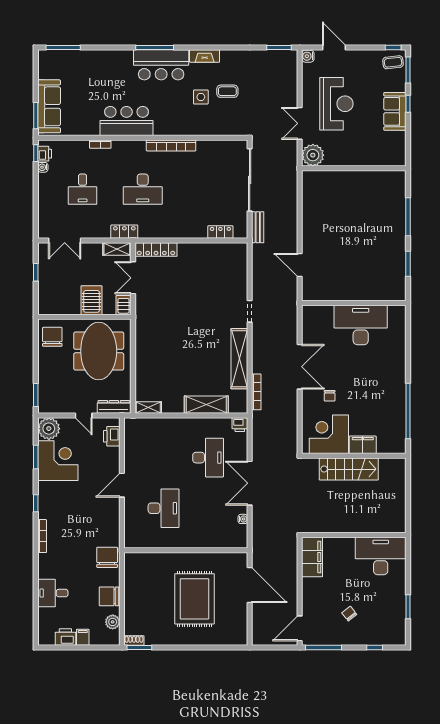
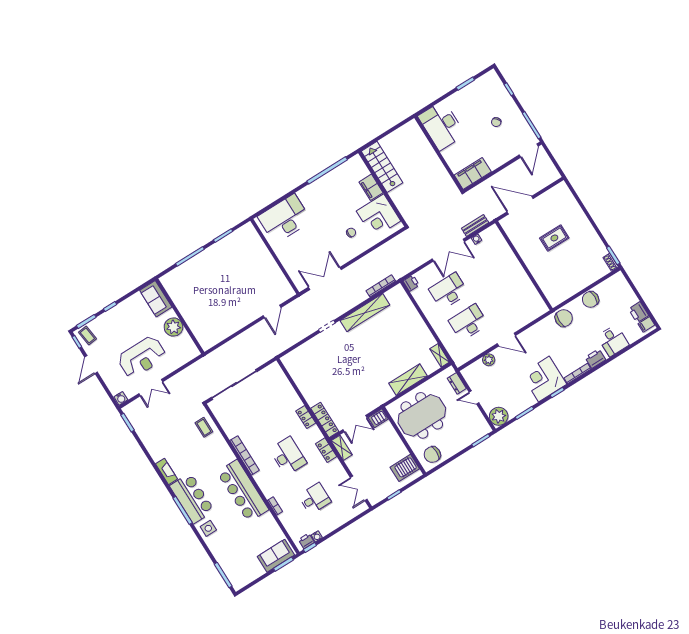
door: (334, 47) -> (91, 365), moved
coffee table: (227, 91) -> (204, 427), moved
side table: (201, 97) -> (208, 528), moved
reception desk: (336, 104) -> (142, 357), turned 180
sofa: (49, 106) -> (276, 556), width x0.73
sofa: (395, 111) -> (156, 299), moved, turned 90
bar counter: (127, 121) -> (243, 491), width x1.36
double door: (300, 123) -> (151, 388), moved
plant: (313, 155) -> (173, 327), moved
bench: (258, 227) -> (475, 225), moved
locker: (220, 232) -> (306, 417), moved
double door: (65, 241) -> (359, 488), swing flipped
server rack: (92, 300) -> (405, 468), moved
desk: (361, 325) -> (284, 219), moved, turned 90
double door: (300, 367) -> (325, 278), moved
shelving: (206, 405) -> (408, 380), moved, turned 90
dresser: (114, 407) -> (457, 383), width x0.70
door: (84, 416) -> (474, 397), swing flipped
printer: (112, 436) -> (595, 359), moved, turned 180
corner desk: (58, 461) -> (544, 379), moved
stairs: (349, 469) -> (382, 167), moved
desk: (164, 508) -> (468, 322), moved
chair: (107, 557) -> (564, 318), turned 180
door: (250, 585) -> (520, 205), hinge flipped
chair: (109, 596) -> (591, 299), turned 90
rug: (194, 599) -> (554, 238), width x0.54, depth x0.49
plant: (113, 622) -> (489, 360), moved
door: (300, 628) -> (529, 151), hinge flipped
filing cabinet: (83, 637) -> (646, 324), moved

